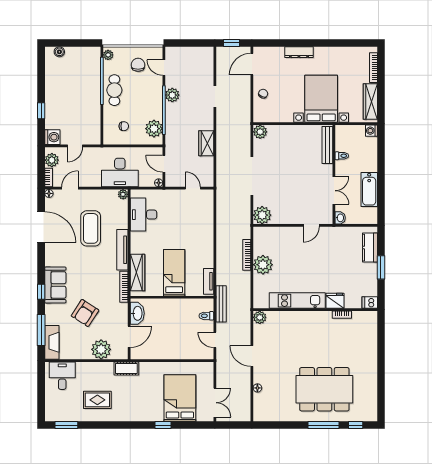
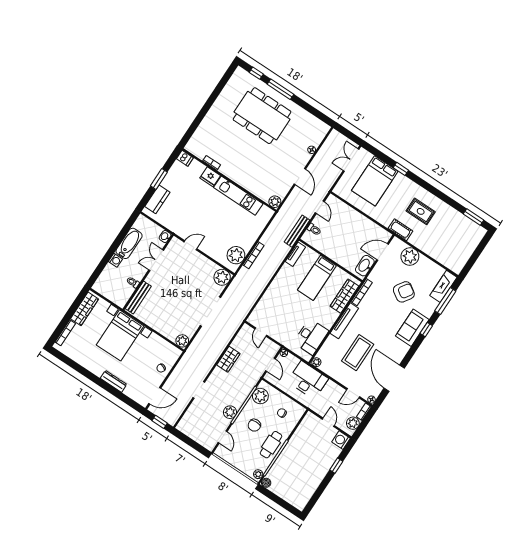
boiler: (59, 52) -> (266, 483), moved
chair: (138, 65) -> (254, 425), moved
washing machine: (371, 131) -> (115, 260), moved
door: (75, 146) -> (328, 422), hinge flipped
plant: (263, 265) -> (236, 255), moved
desk: (62, 376) -> (452, 256), removed
rug: (97, 400) -> (421, 211), moved

